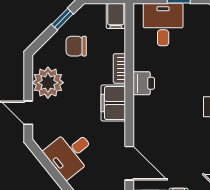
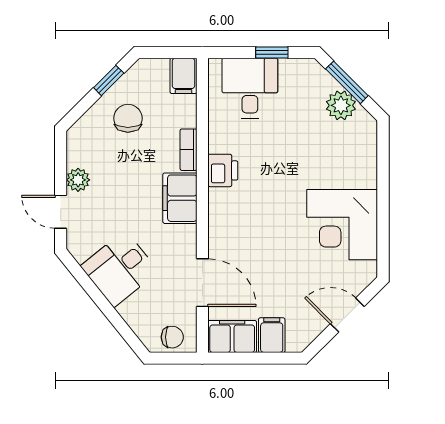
chair: (76, 46) -> (128, 118), turned 90
plant: (48, 83) -> (78, 180), width x0.53, depth x0.53

